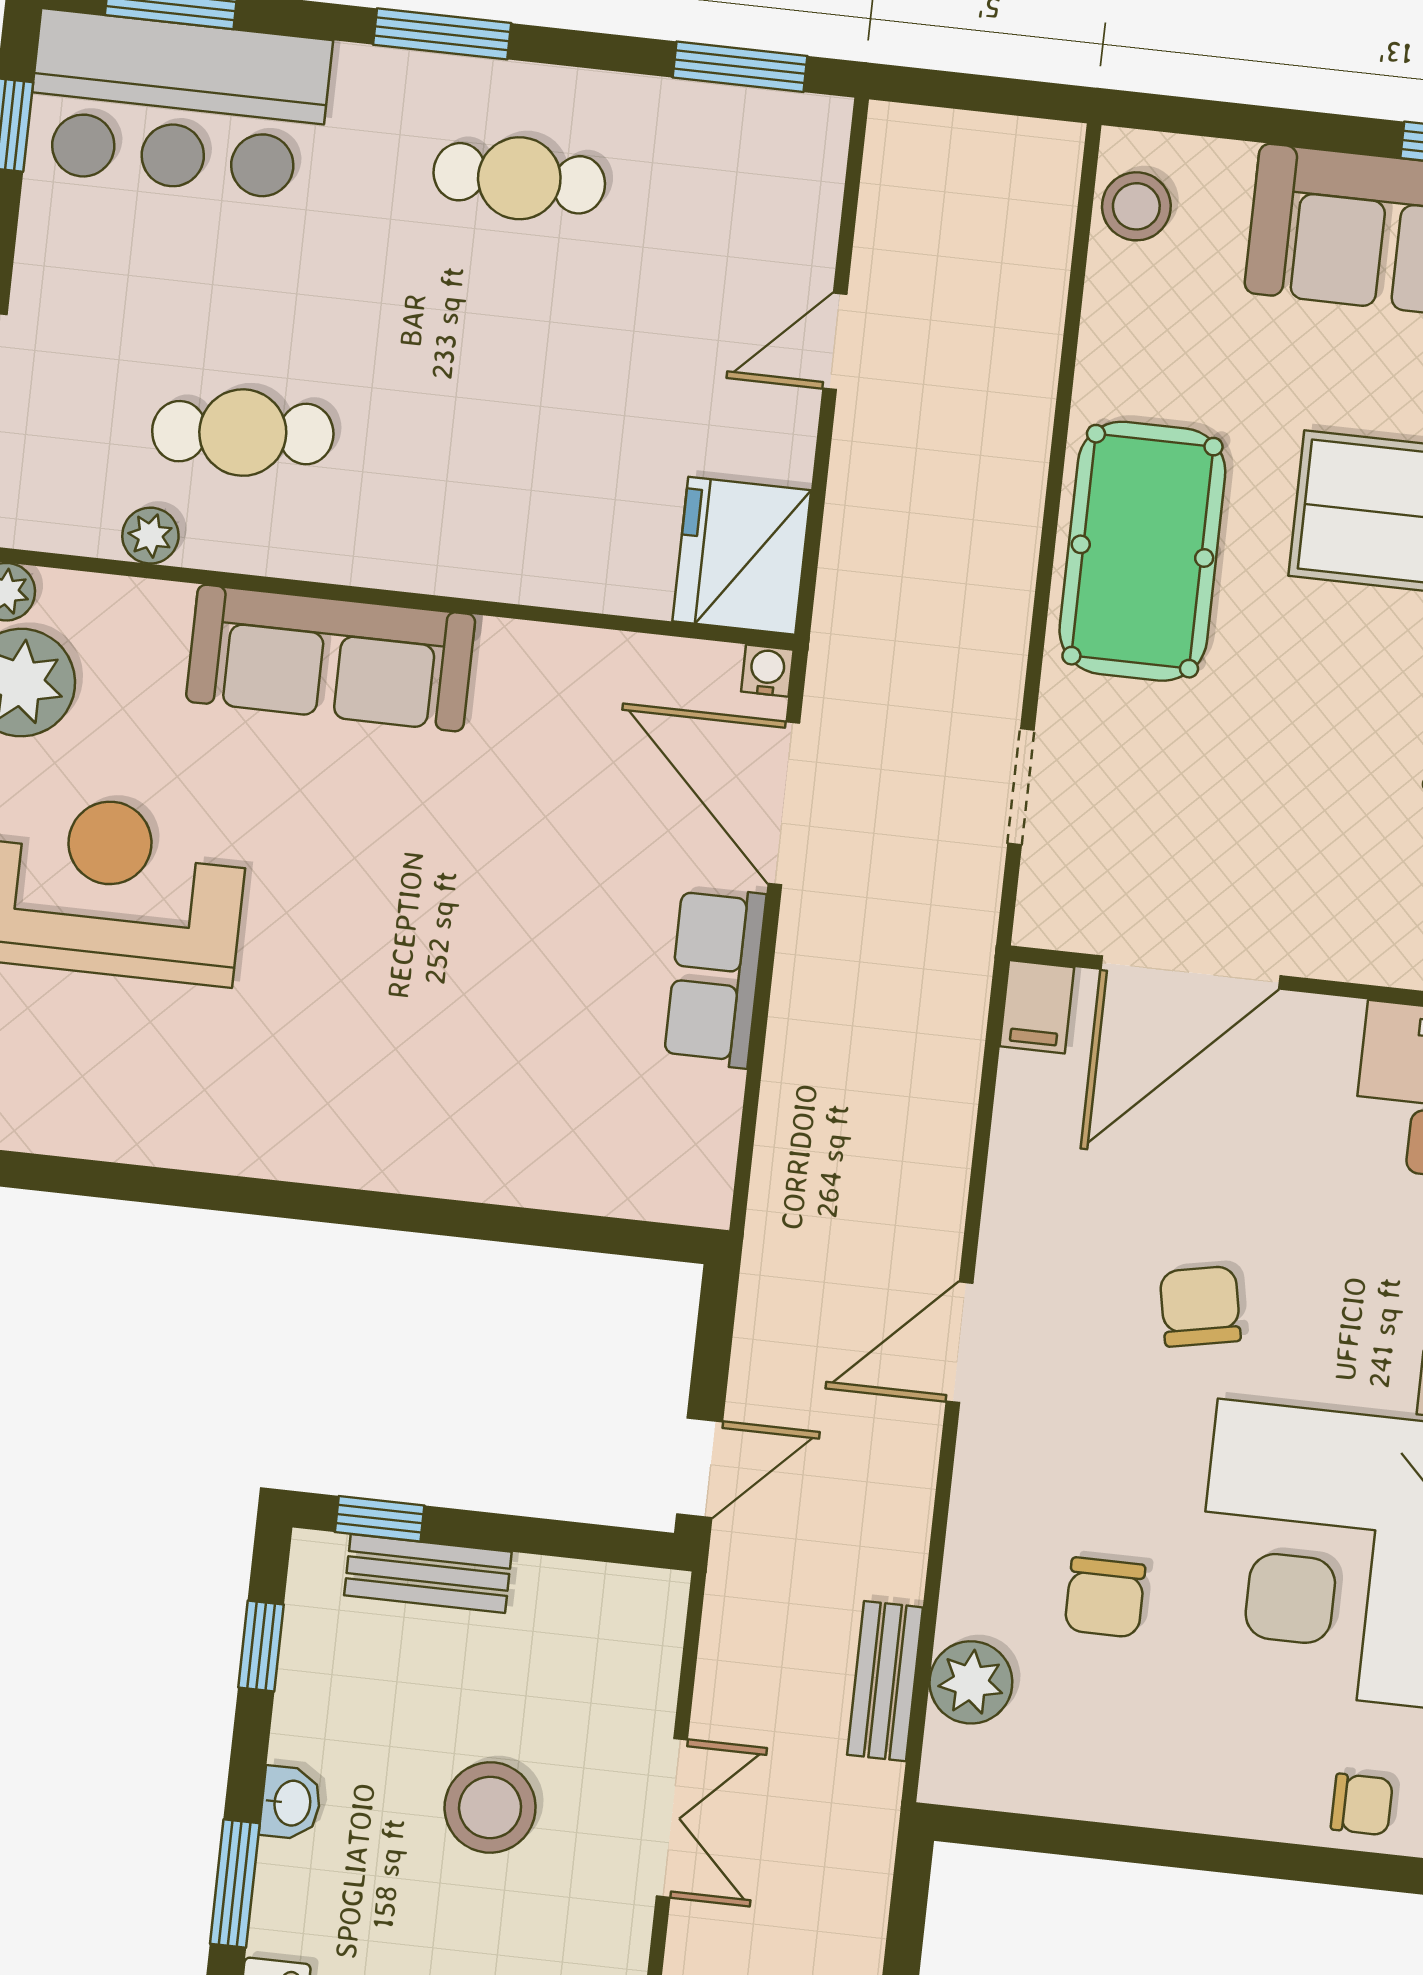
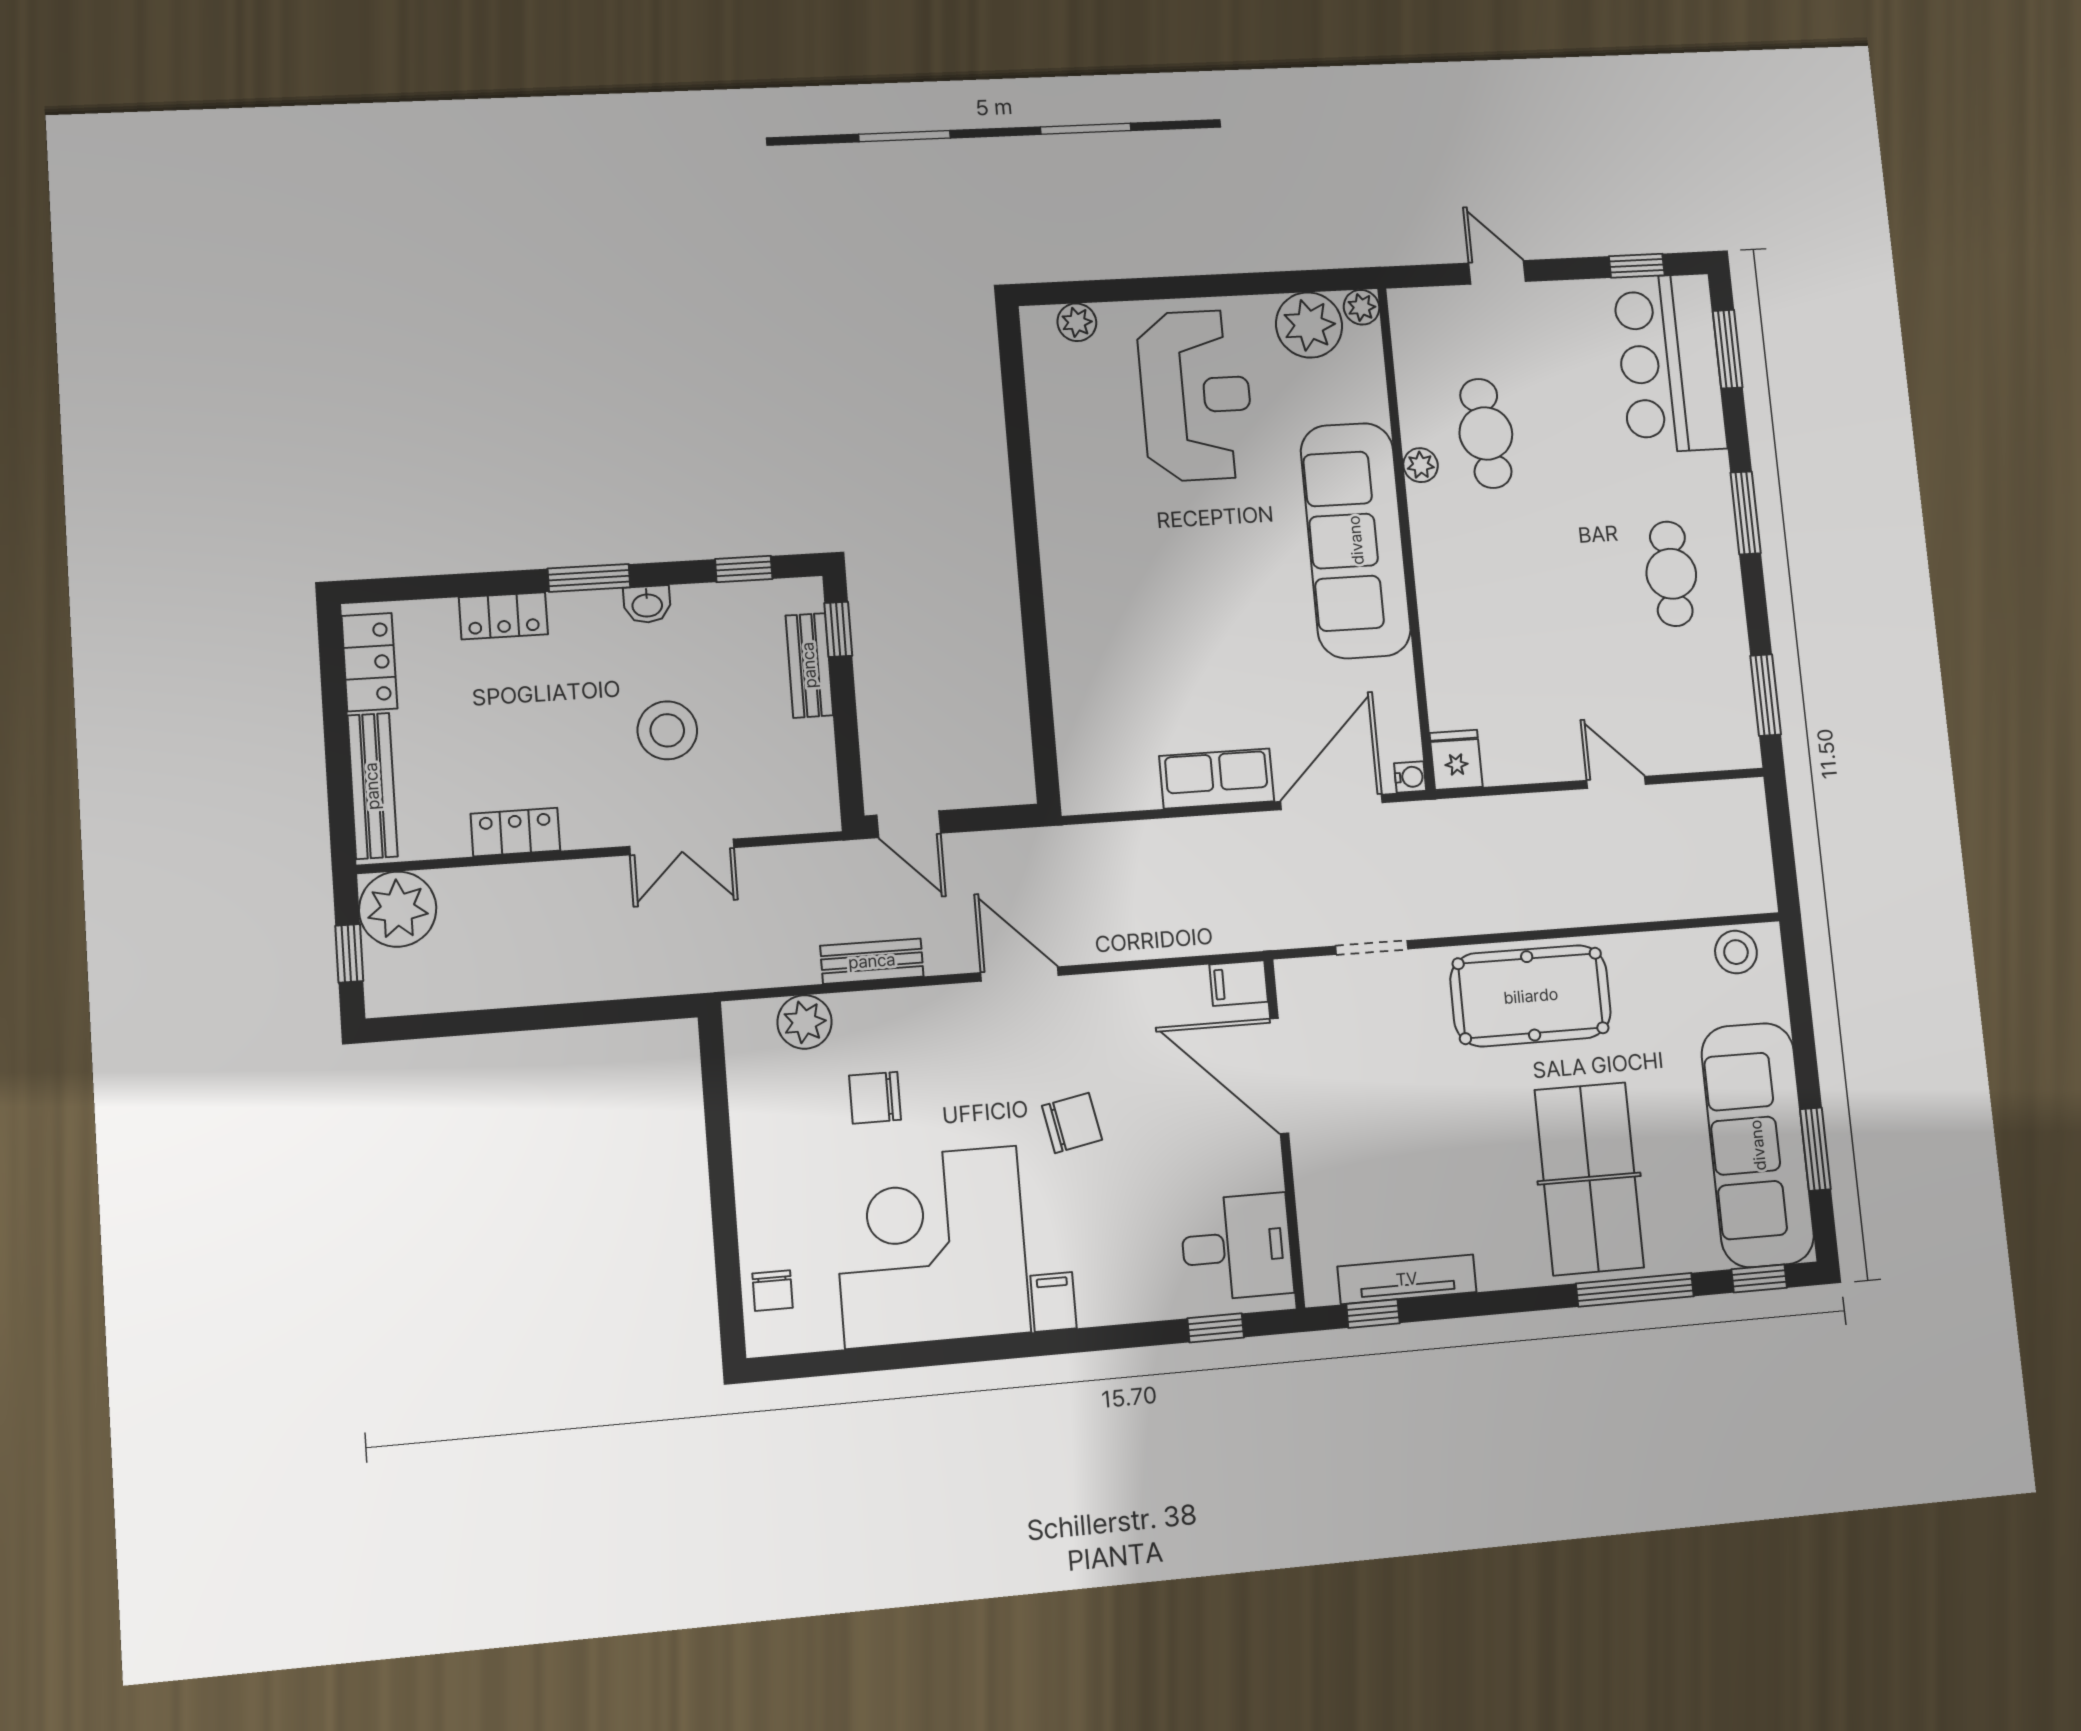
plant: (150, 536) -> (1421, 465), moved
fridge: (742, 556) -> (1456, 760), width x0.53, depth x0.75
sofa: (331, 658) -> (1356, 540), width x1.36, depth x1.27
bench: (885, 1681) -> (872, 961), moved

